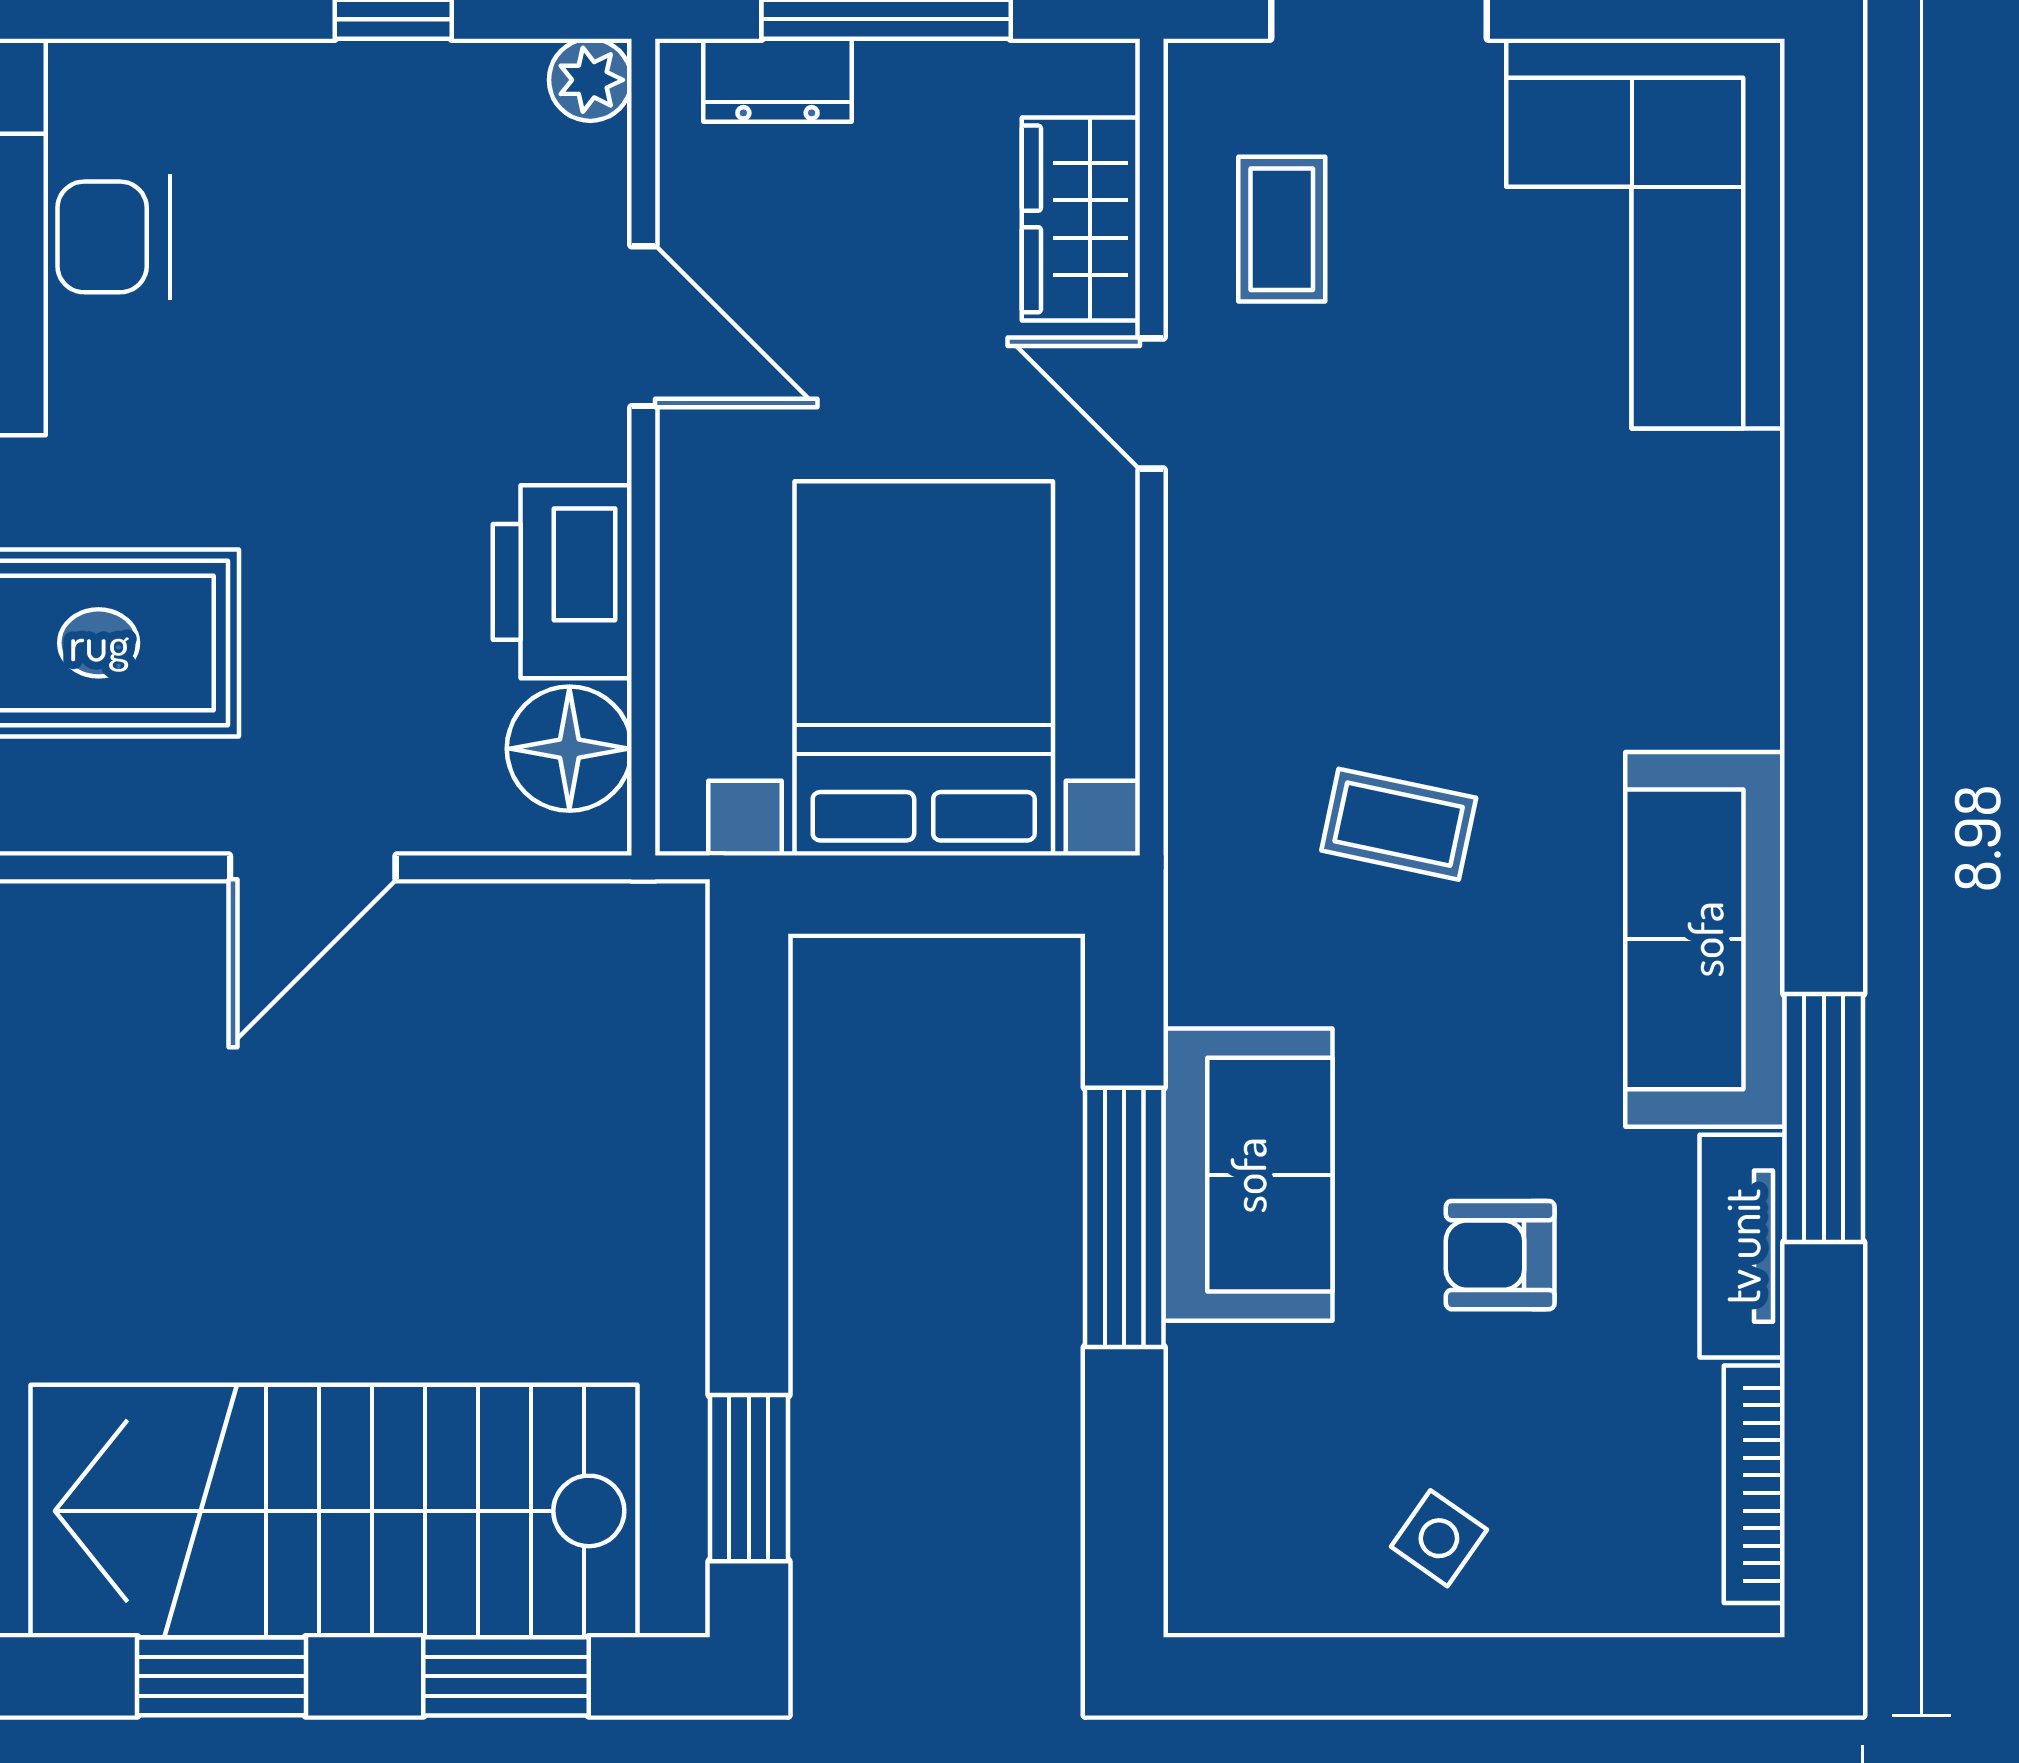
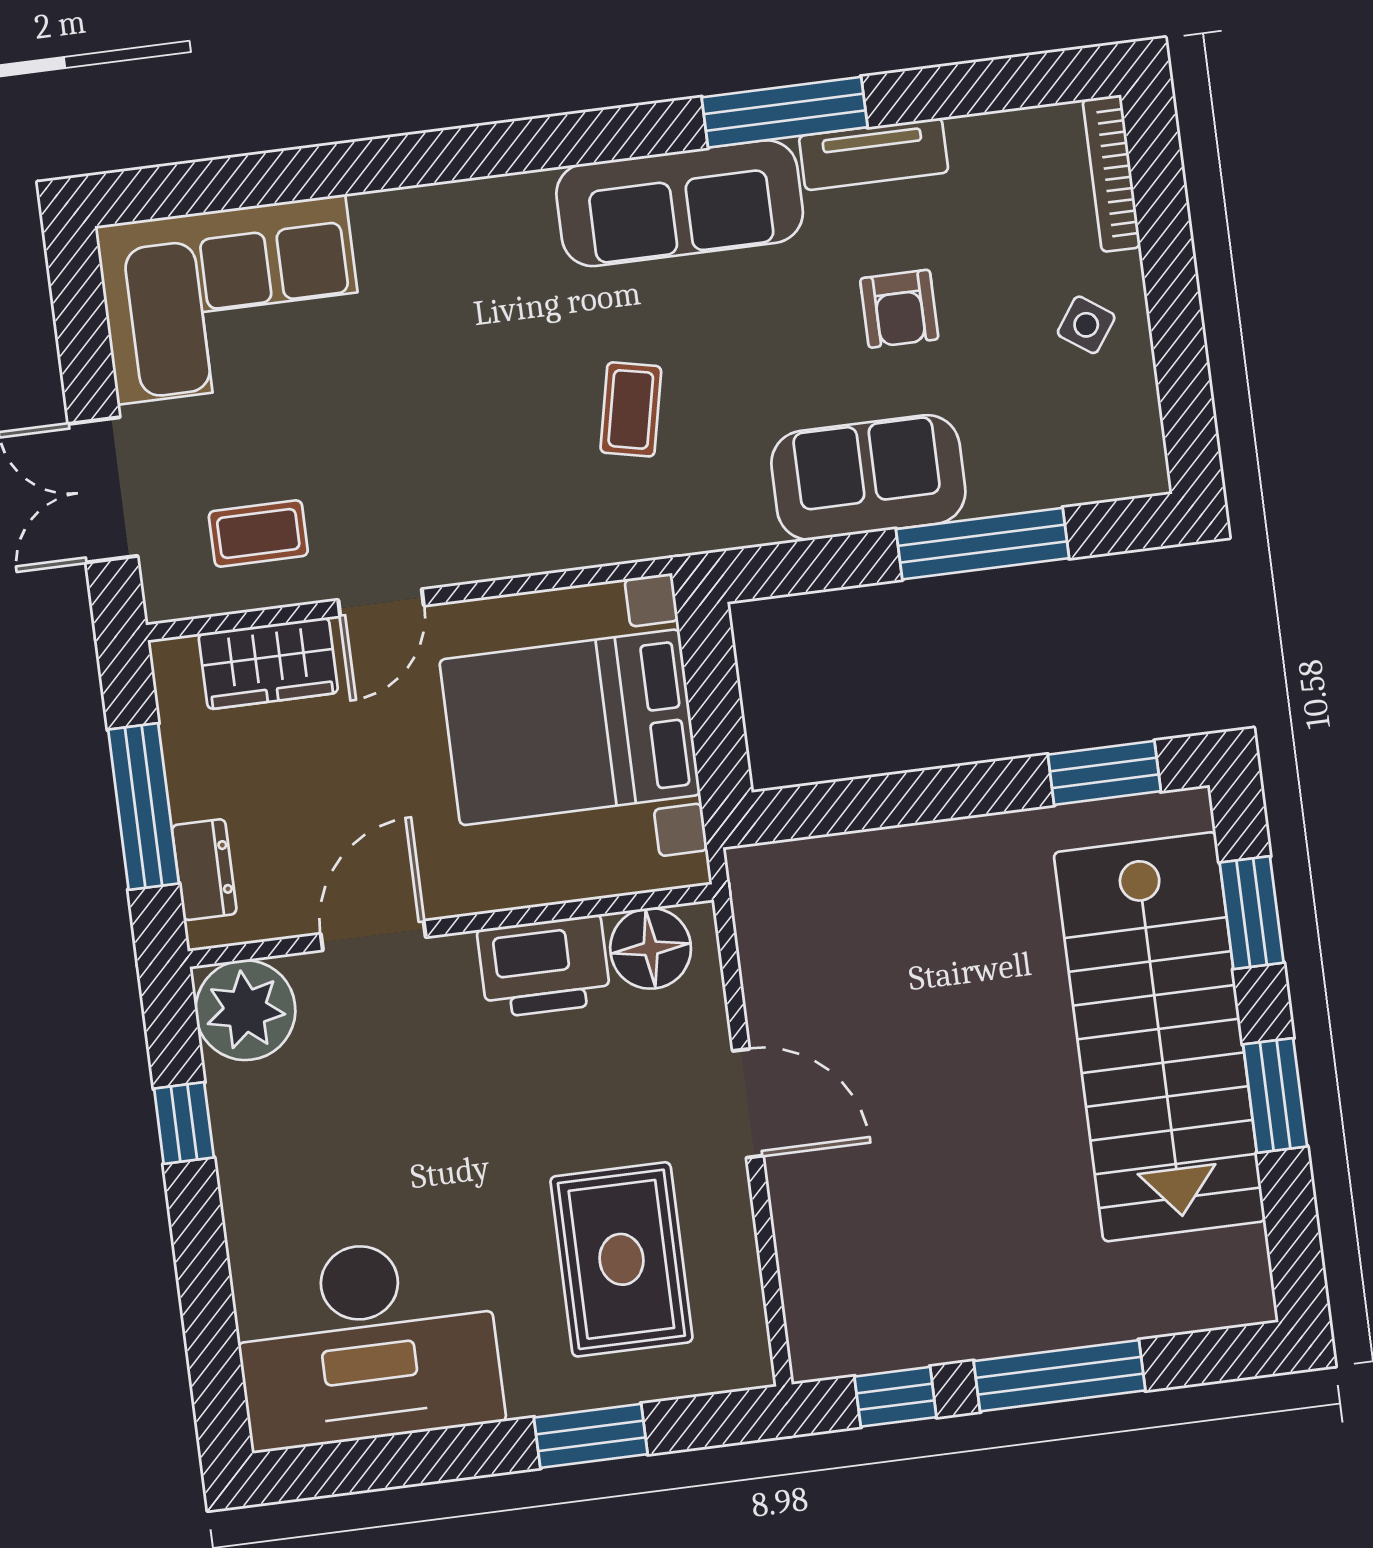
plant: (590, 80) -> (245, 1010), width x1.87, depth x1.87
window: (1124, 1217) -> (982, 544), moved
bookcase: (1754, 1484) -> (1112, 173), moved, turned 90

